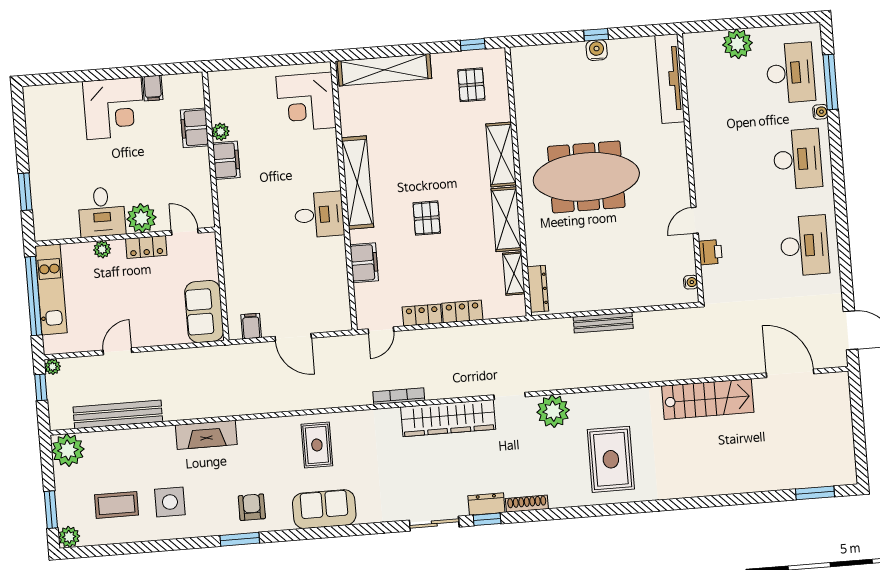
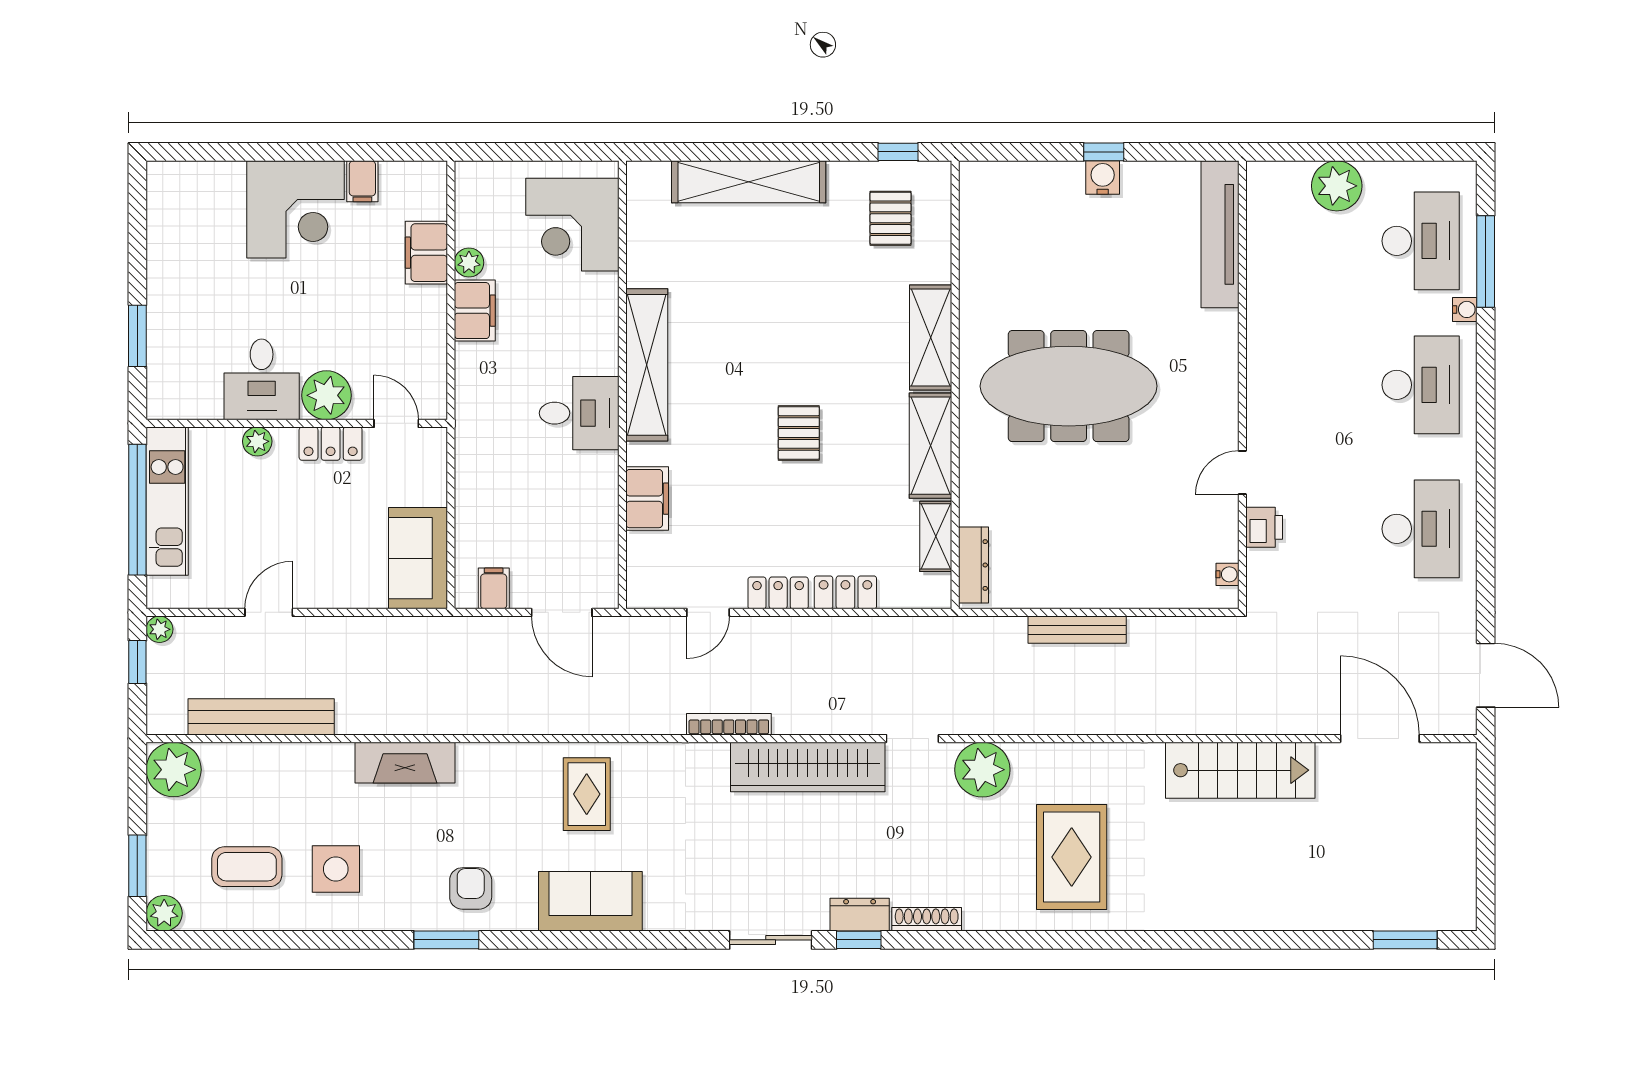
corner desk: (306, 102) -> (572, 225), moved
shelving: (357, 183) -> (647, 365), moved
wall: (344, 196) -> (622, 385), moved
desk: (319, 215) -> (579, 413), moved
filing cabinet: (364, 263) -> (647, 499), moved

